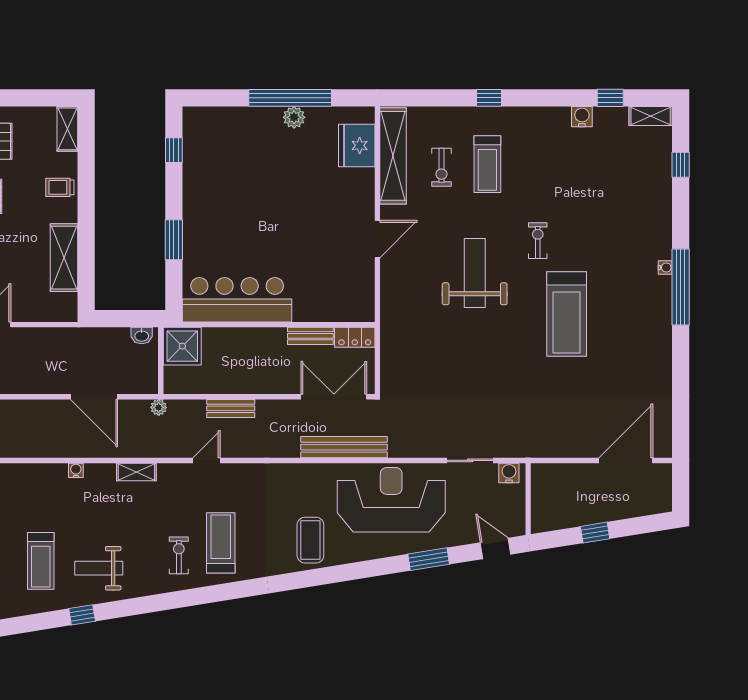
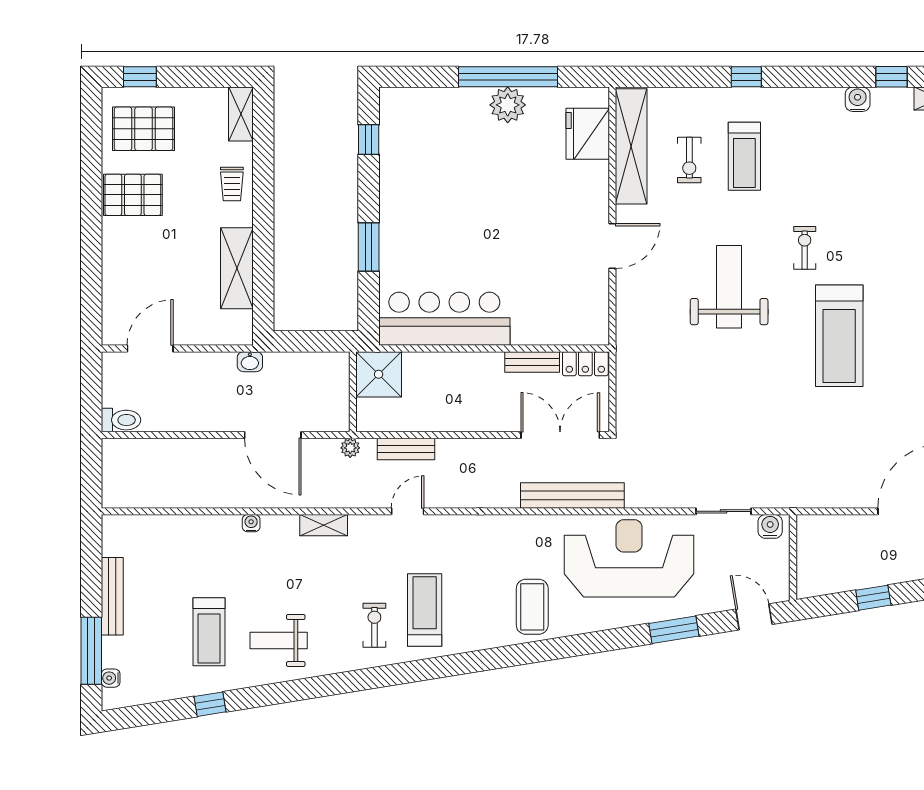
plant: (294, 117) -> (508, 105), width x1.36, depth x1.36
trolley: (60, 187) -> (232, 184), turned -90
washbasin: (142, 336) -> (250, 362), moved
bench: (231, 408) -> (406, 449), moved
window: (82, 615) -> (210, 704), moved

